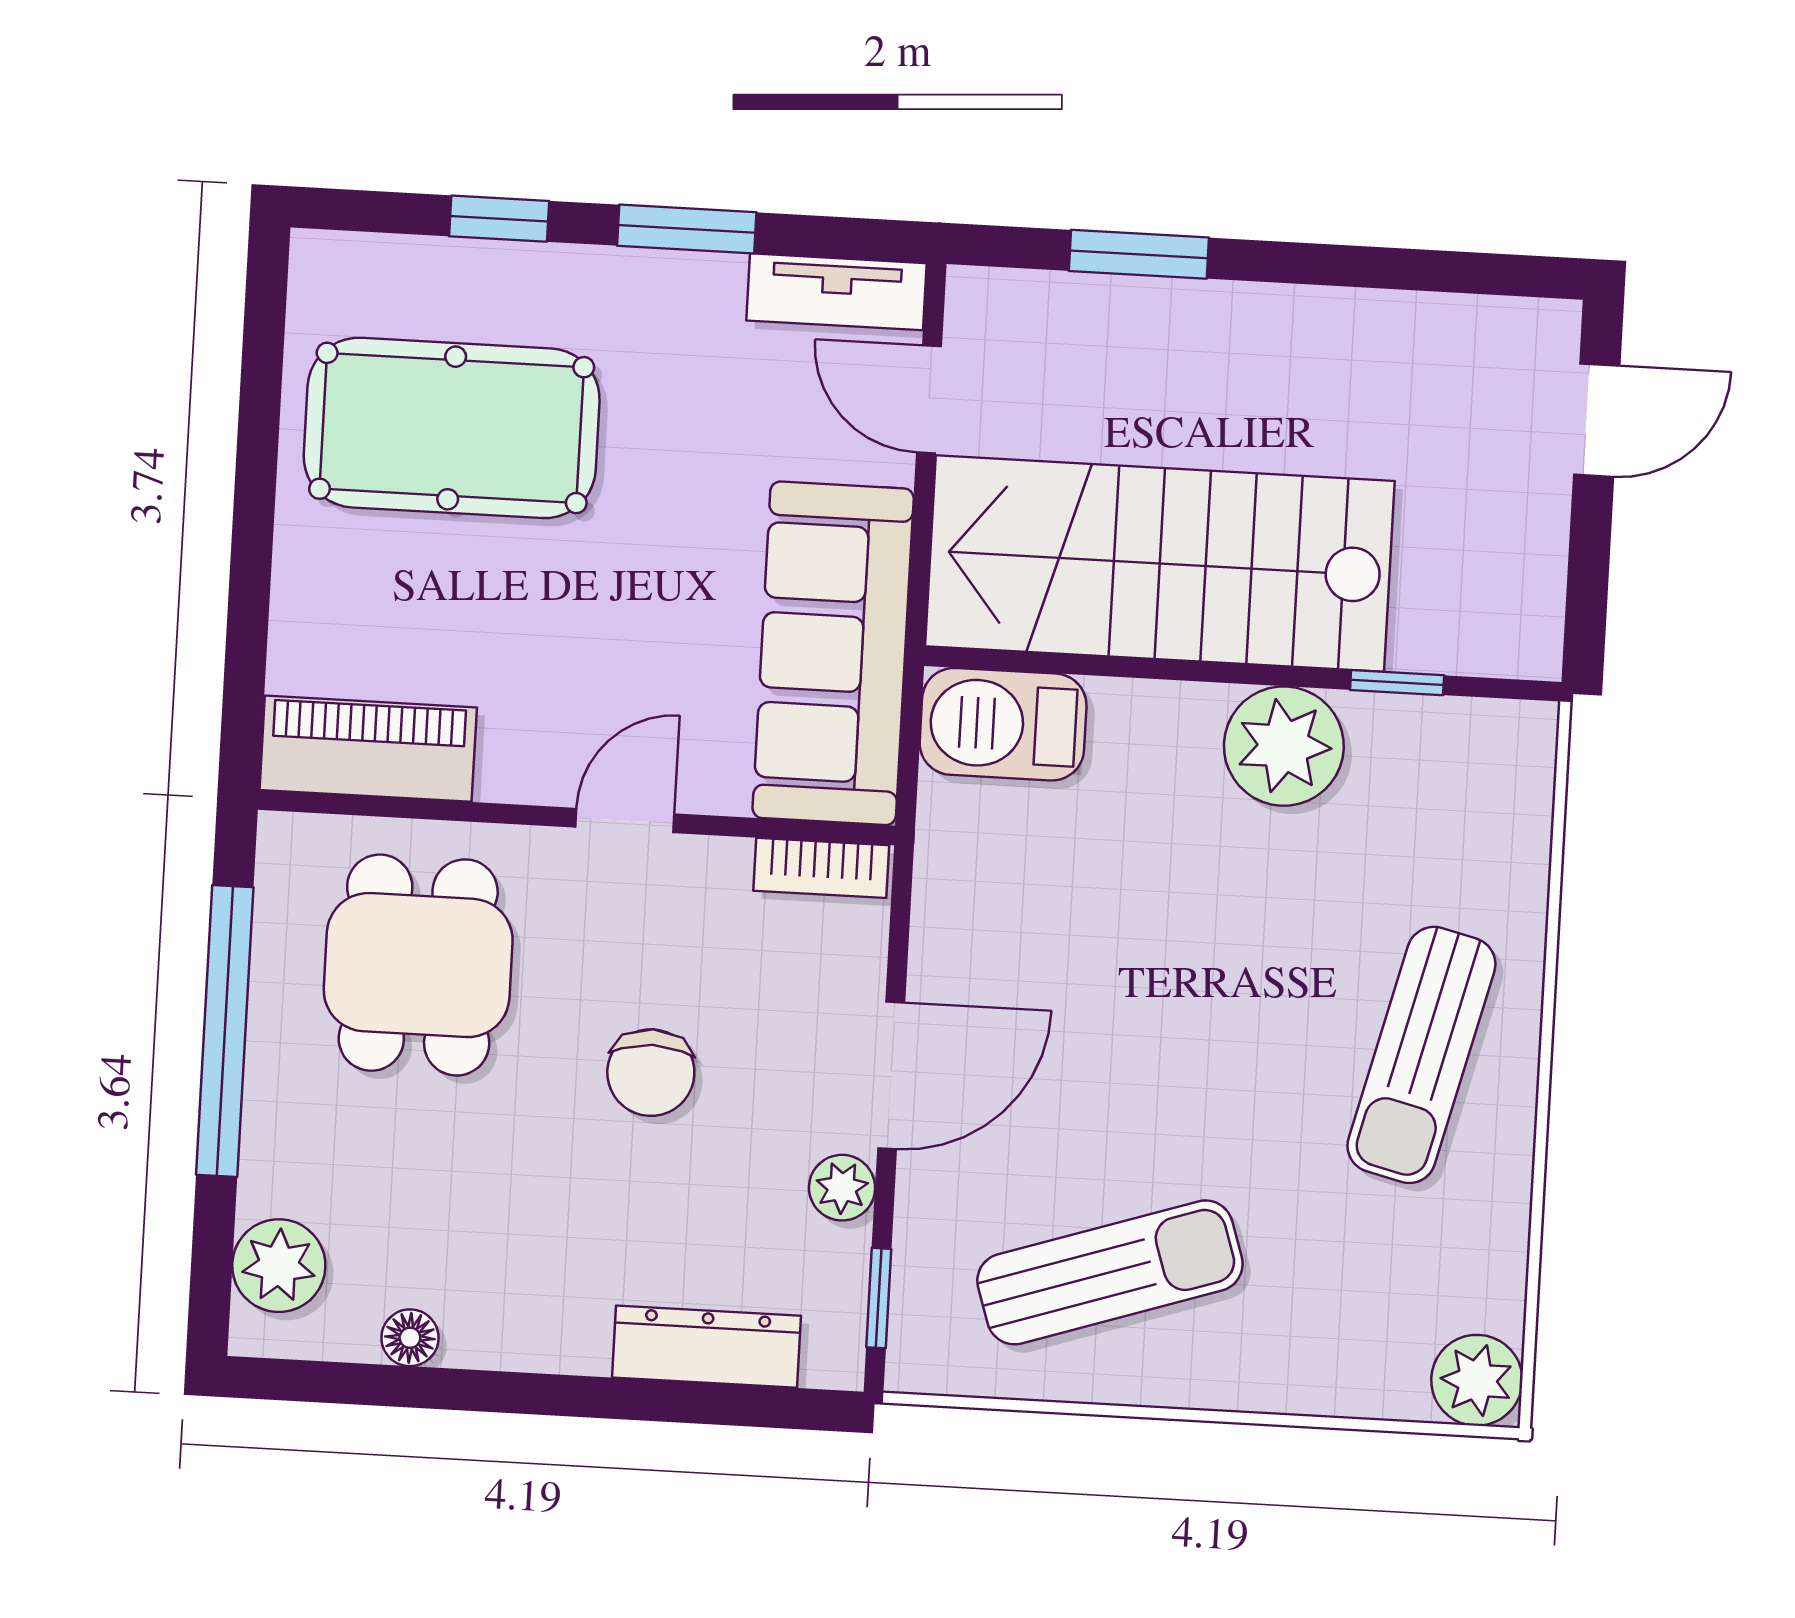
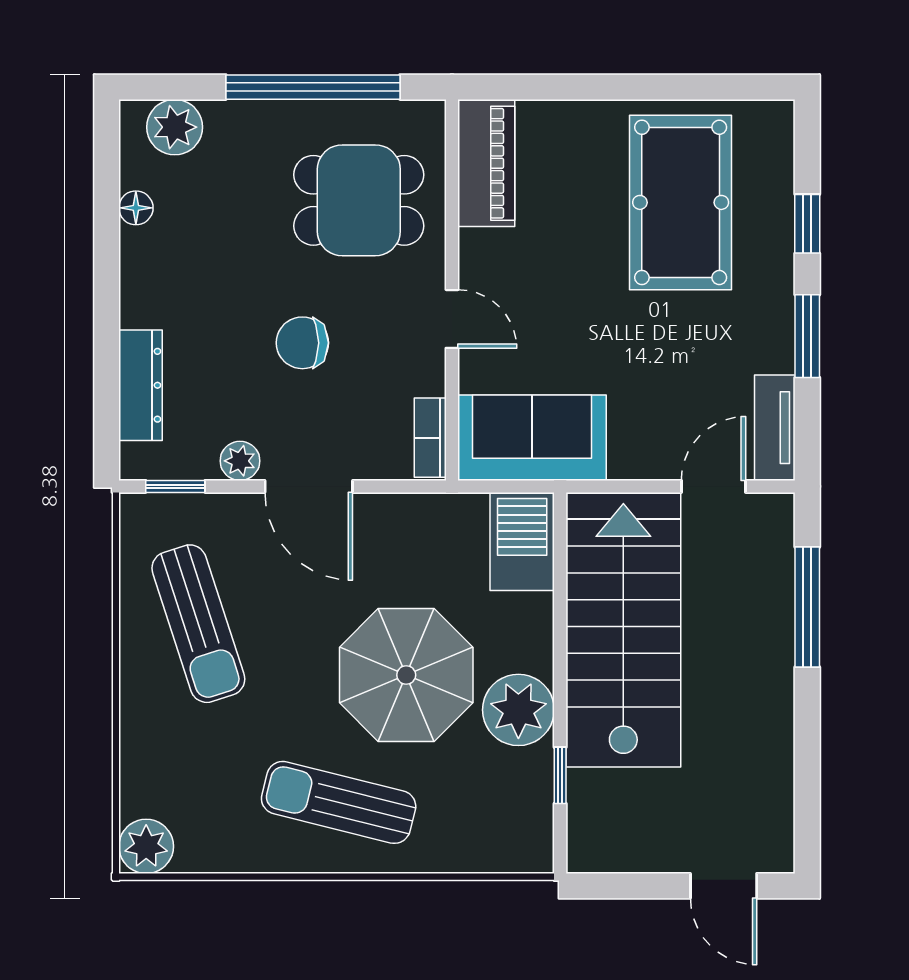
window: (1139, 254) -> (807, 607), width x1.44
sofa: (833, 653) -> (532, 438), width x0.73
parasol: (1215, 930) -> (406, 675), added

